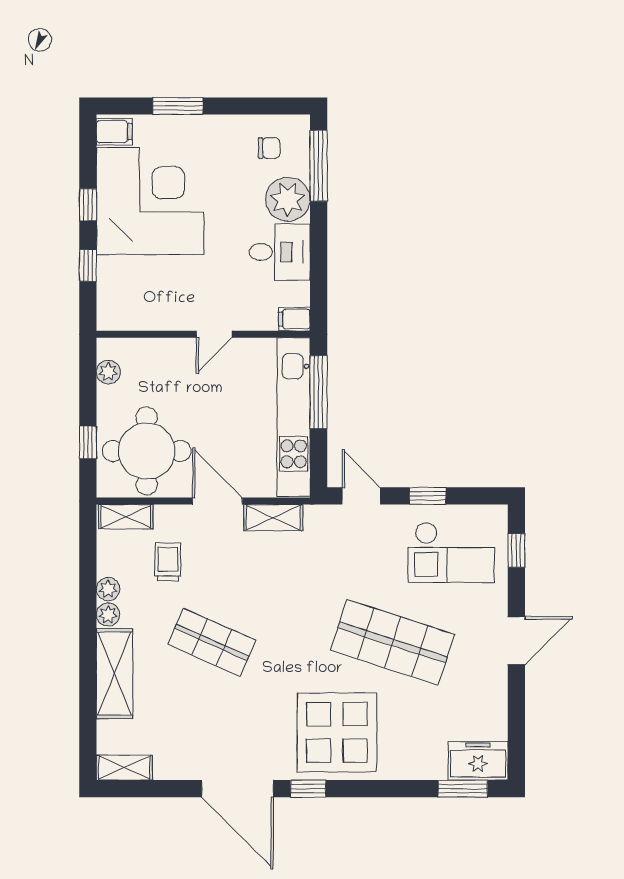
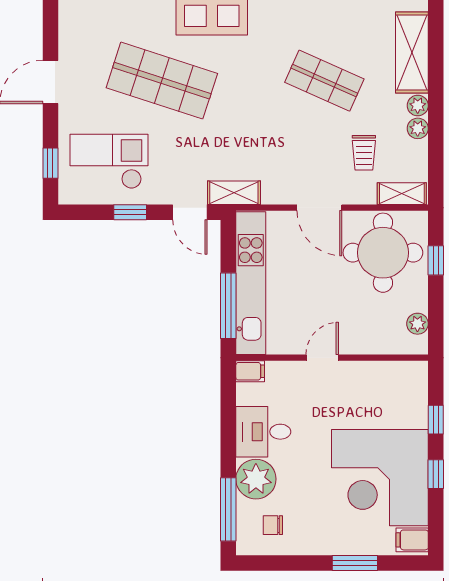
shelving: (273, 518) -> (234, 193), moved

